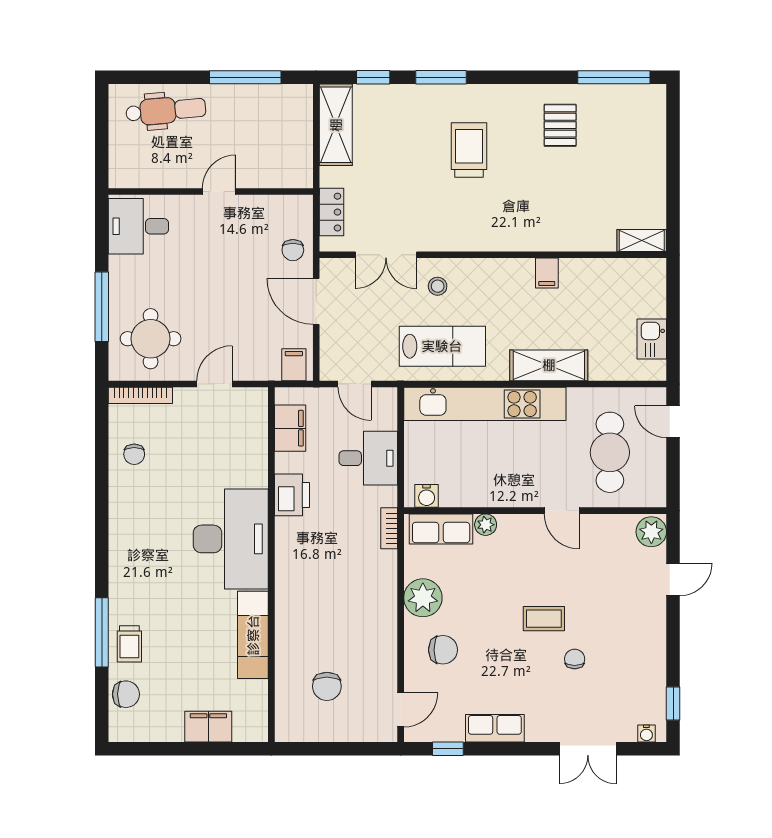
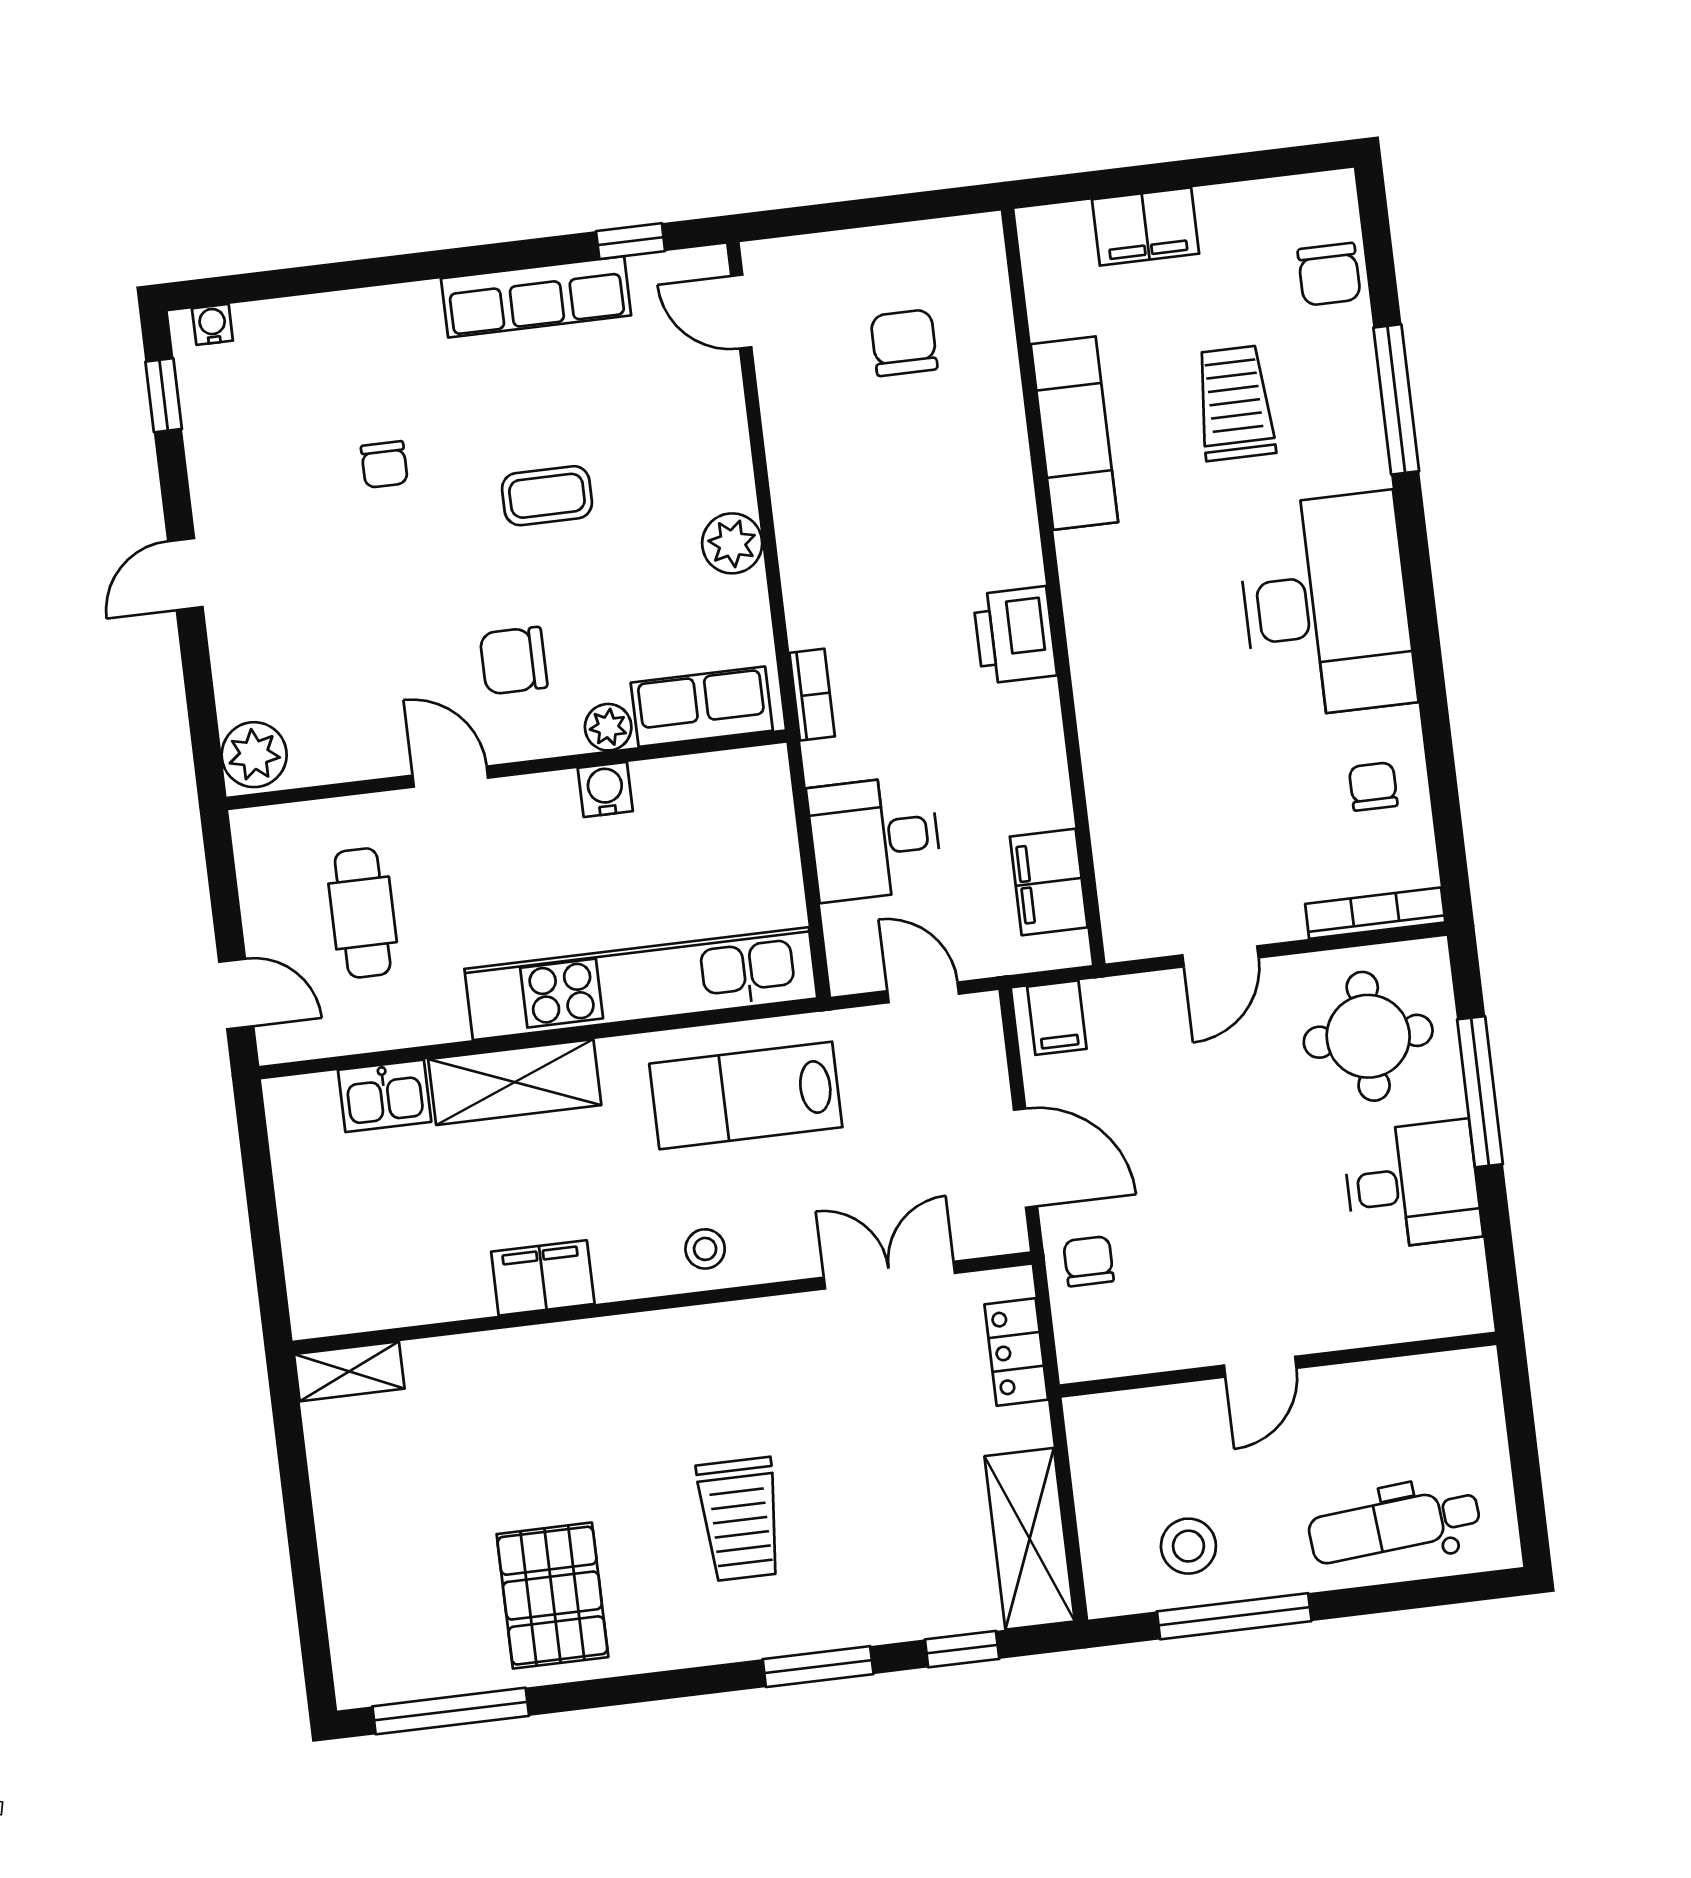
stool: (262, 112) -> (1188, 1546), added
pallet: (560, 125) -> (552, 1596), width x1.50, depth x1.42
desk: (138, 226) -> (1412, 1185), moved
filing cabinet: (547, 273) -> (543, 1278), width x2.00
stool: (438, 286) -> (705, 1249), moved
kitchen sink: (652, 339) -> (385, 1096), moved, turned 90
cafe table: (610, 452) -> (363, 913), width x0.73, depth x0.74
printer: (292, 495) -> (1015, 635), moved
water cooler: (427, 496) -> (605, 790), moved
desk: (231, 539) -> (1326, 605), moved, turned 180
door: (673, 579) -> (185, 574), moved
plant: (423, 598) -> (732, 543), width x0.73, depth x0.73
coffee table: (544, 619) -> (547, 496), moved
trolley: (129, 644) -> (1235, 403), moved, width x1.36, depth x1.39
chair: (443, 650) -> (514, 661), moved
chair: (126, 694) -> (1329, 274), turned -90
door: (401, 710) -> (741, 312), hinge flipped
row of seats: (495, 728) -> (536, 297), width x1.48
double door: (588, 749) -> (333, 277), removed

